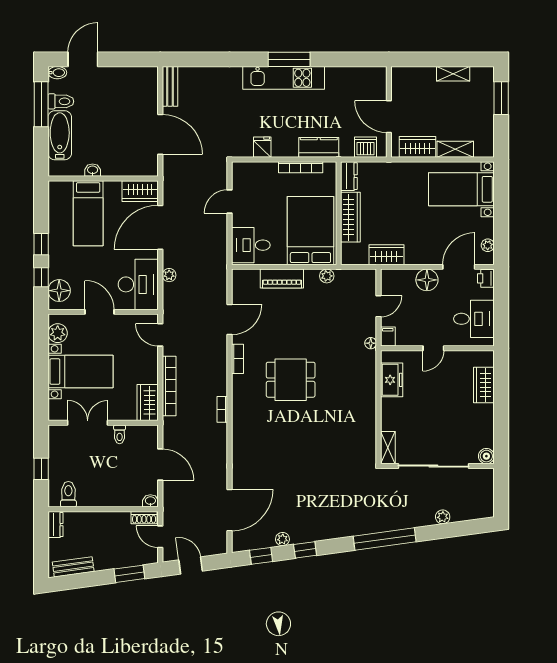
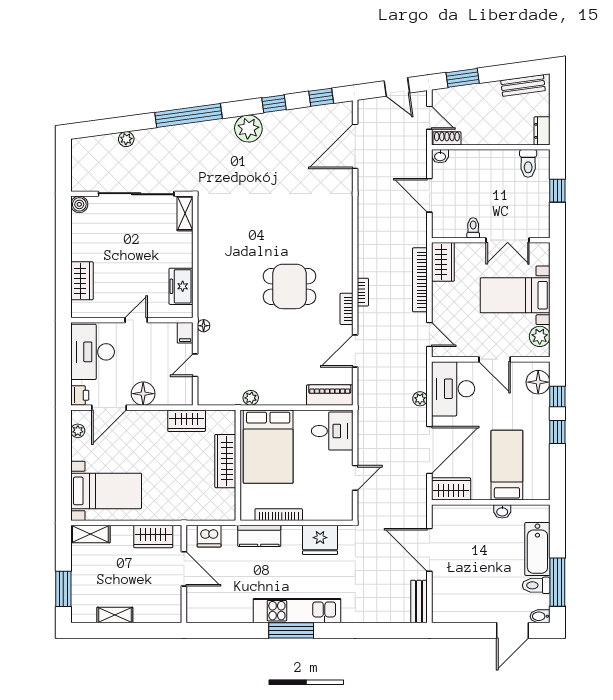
fridge: (262, 147) -> (320, 540), width x1.88, depth x1.34
shelving: (455, 149) -> (90, 534), moved
dresser: (349, 176) -> (227, 505), removed
piano: (282, 279) -> (330, 395), moved
desk: (474, 319) -> (93, 352), width x1.37
bookcase: (222, 409) -> (363, 292), moved
plant: (282, 539) -> (248, 129), moved, width x1.87, depth x1.87

